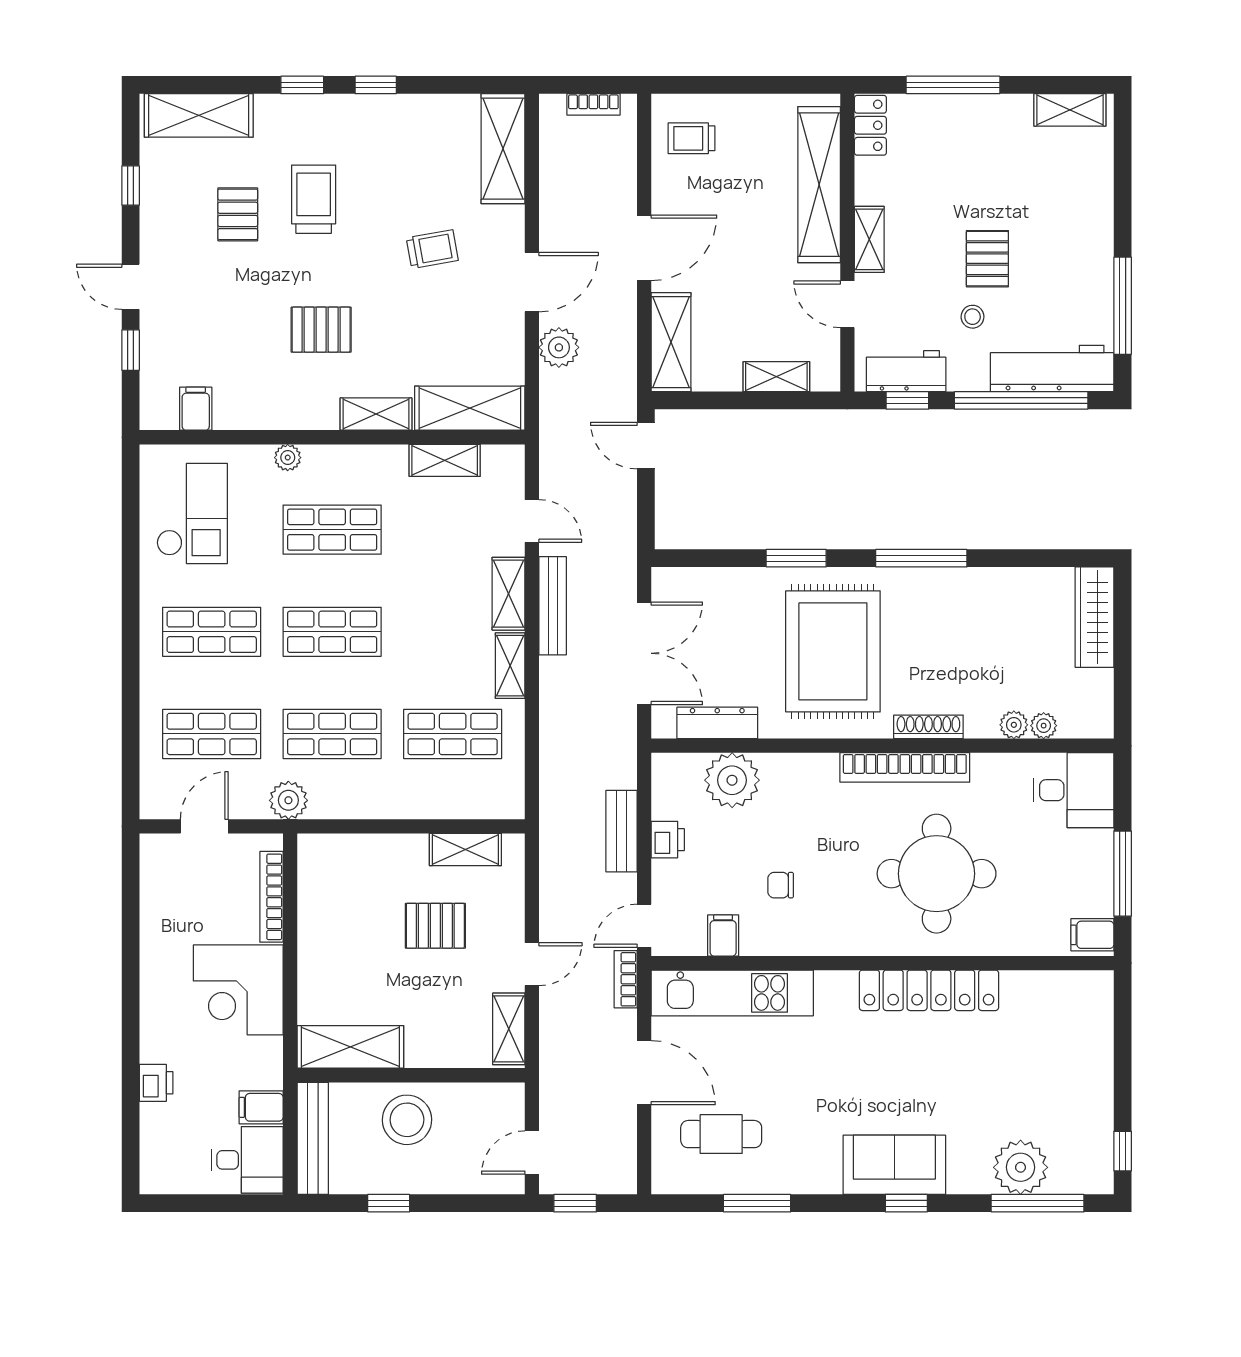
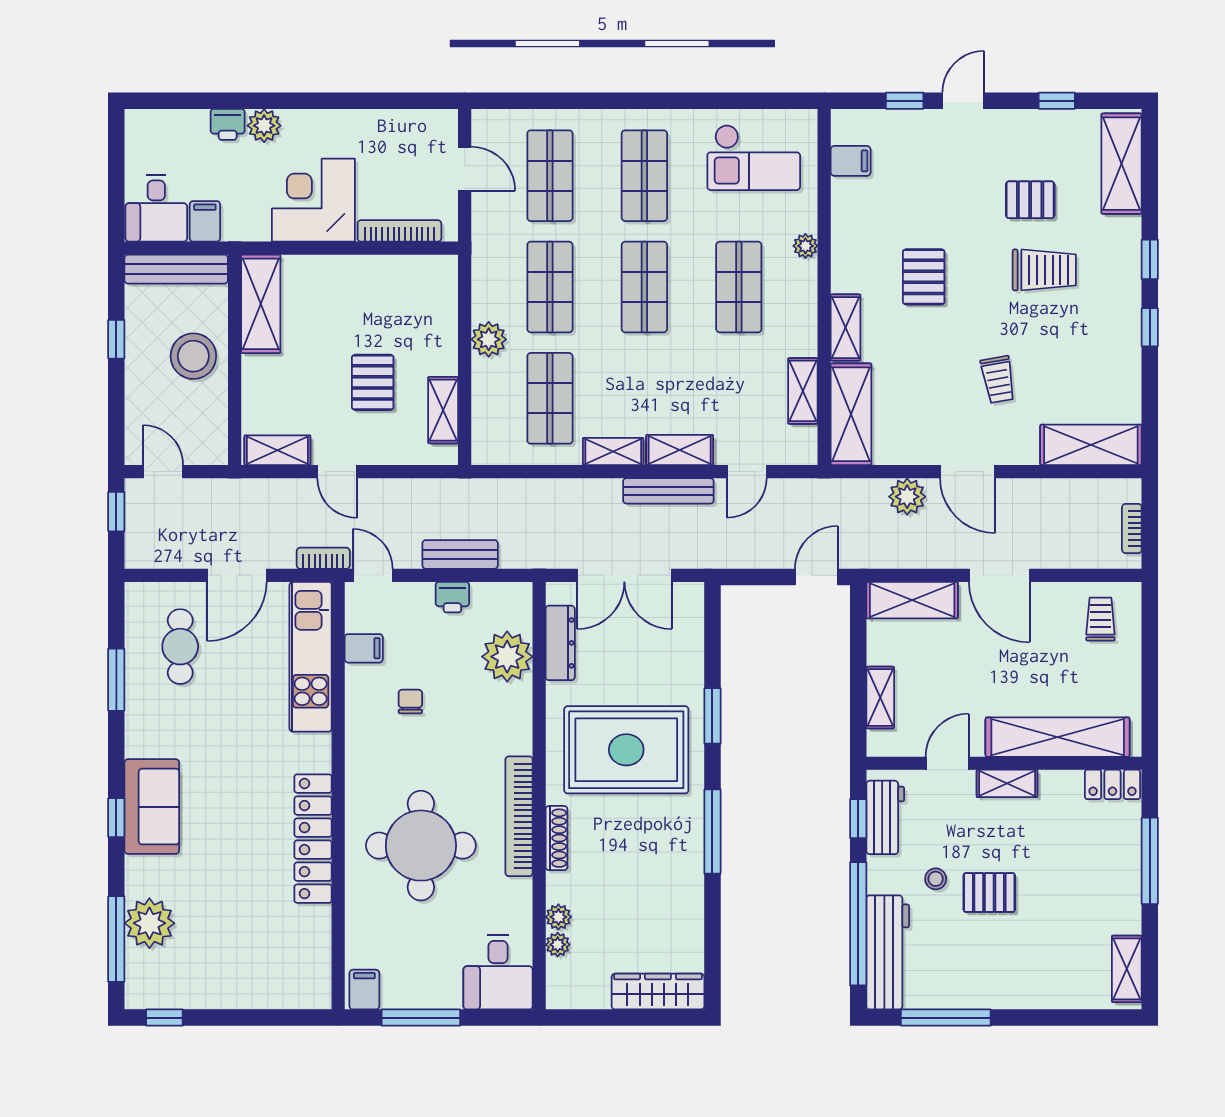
plant: (288, 800) -> (489, 339), moved
plant: (157, 1043) -> (264, 126), added

